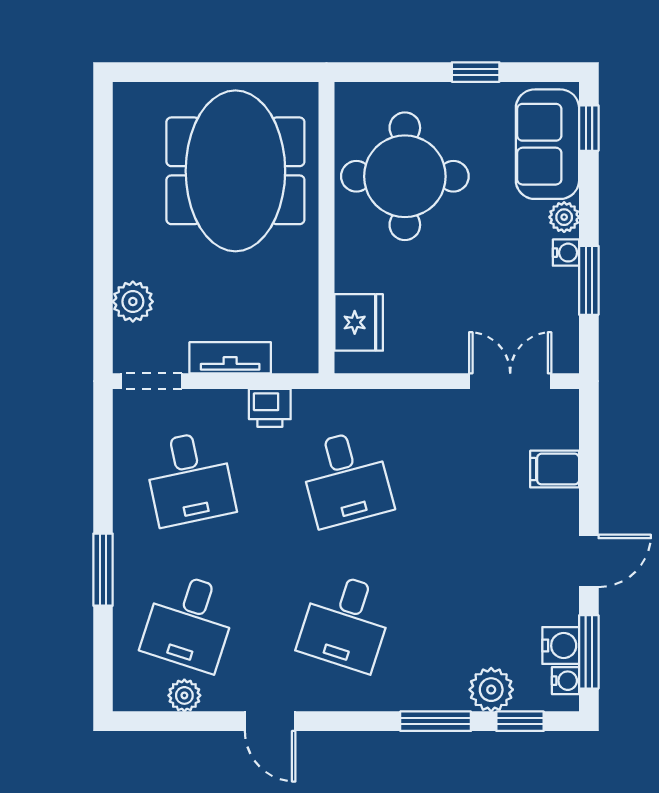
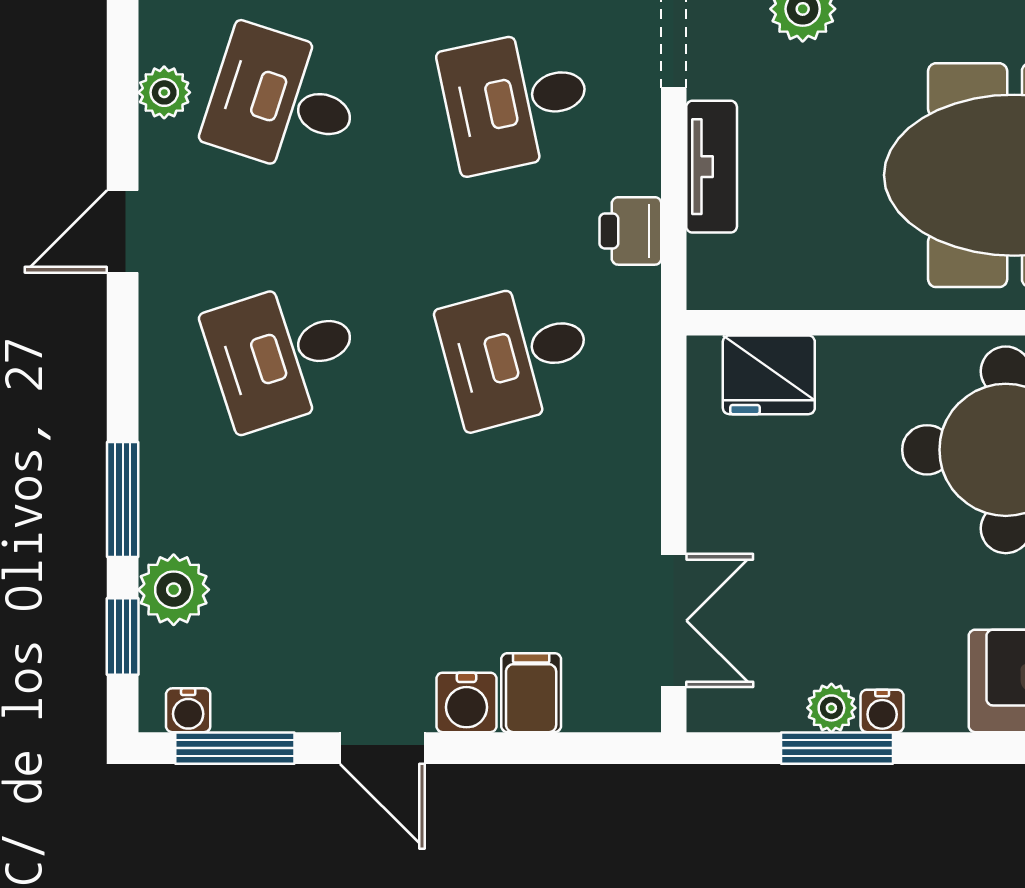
plant: (564, 217) -> (831, 708), moved
desk: (346, 622) -> (283, 354), turned -36
water cooler: (561, 646) -> (466, 702), moved

